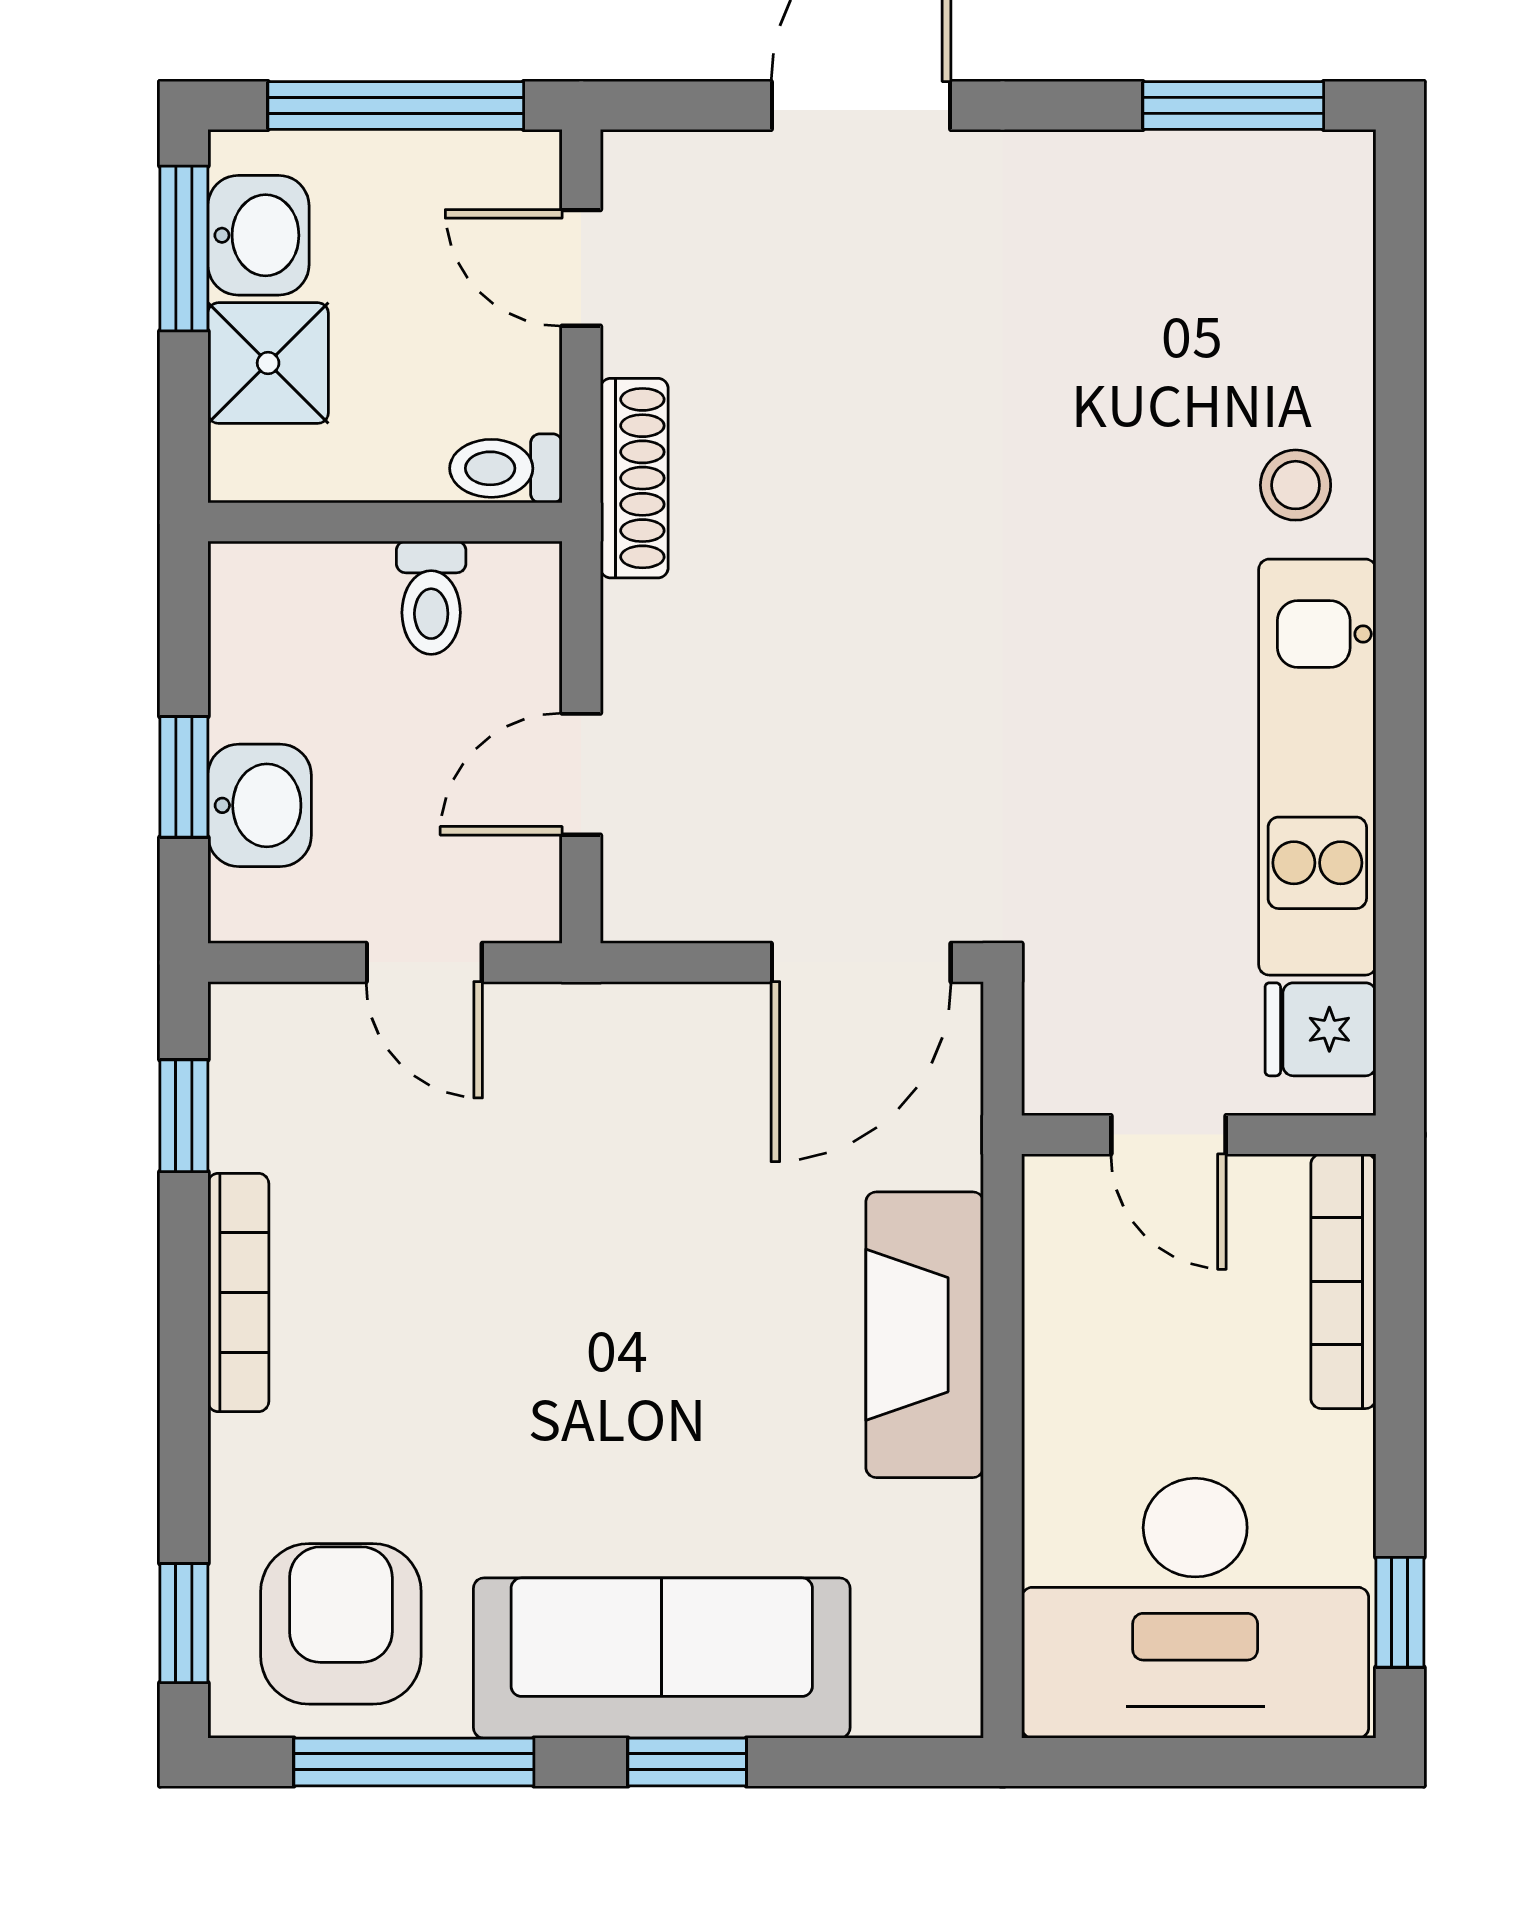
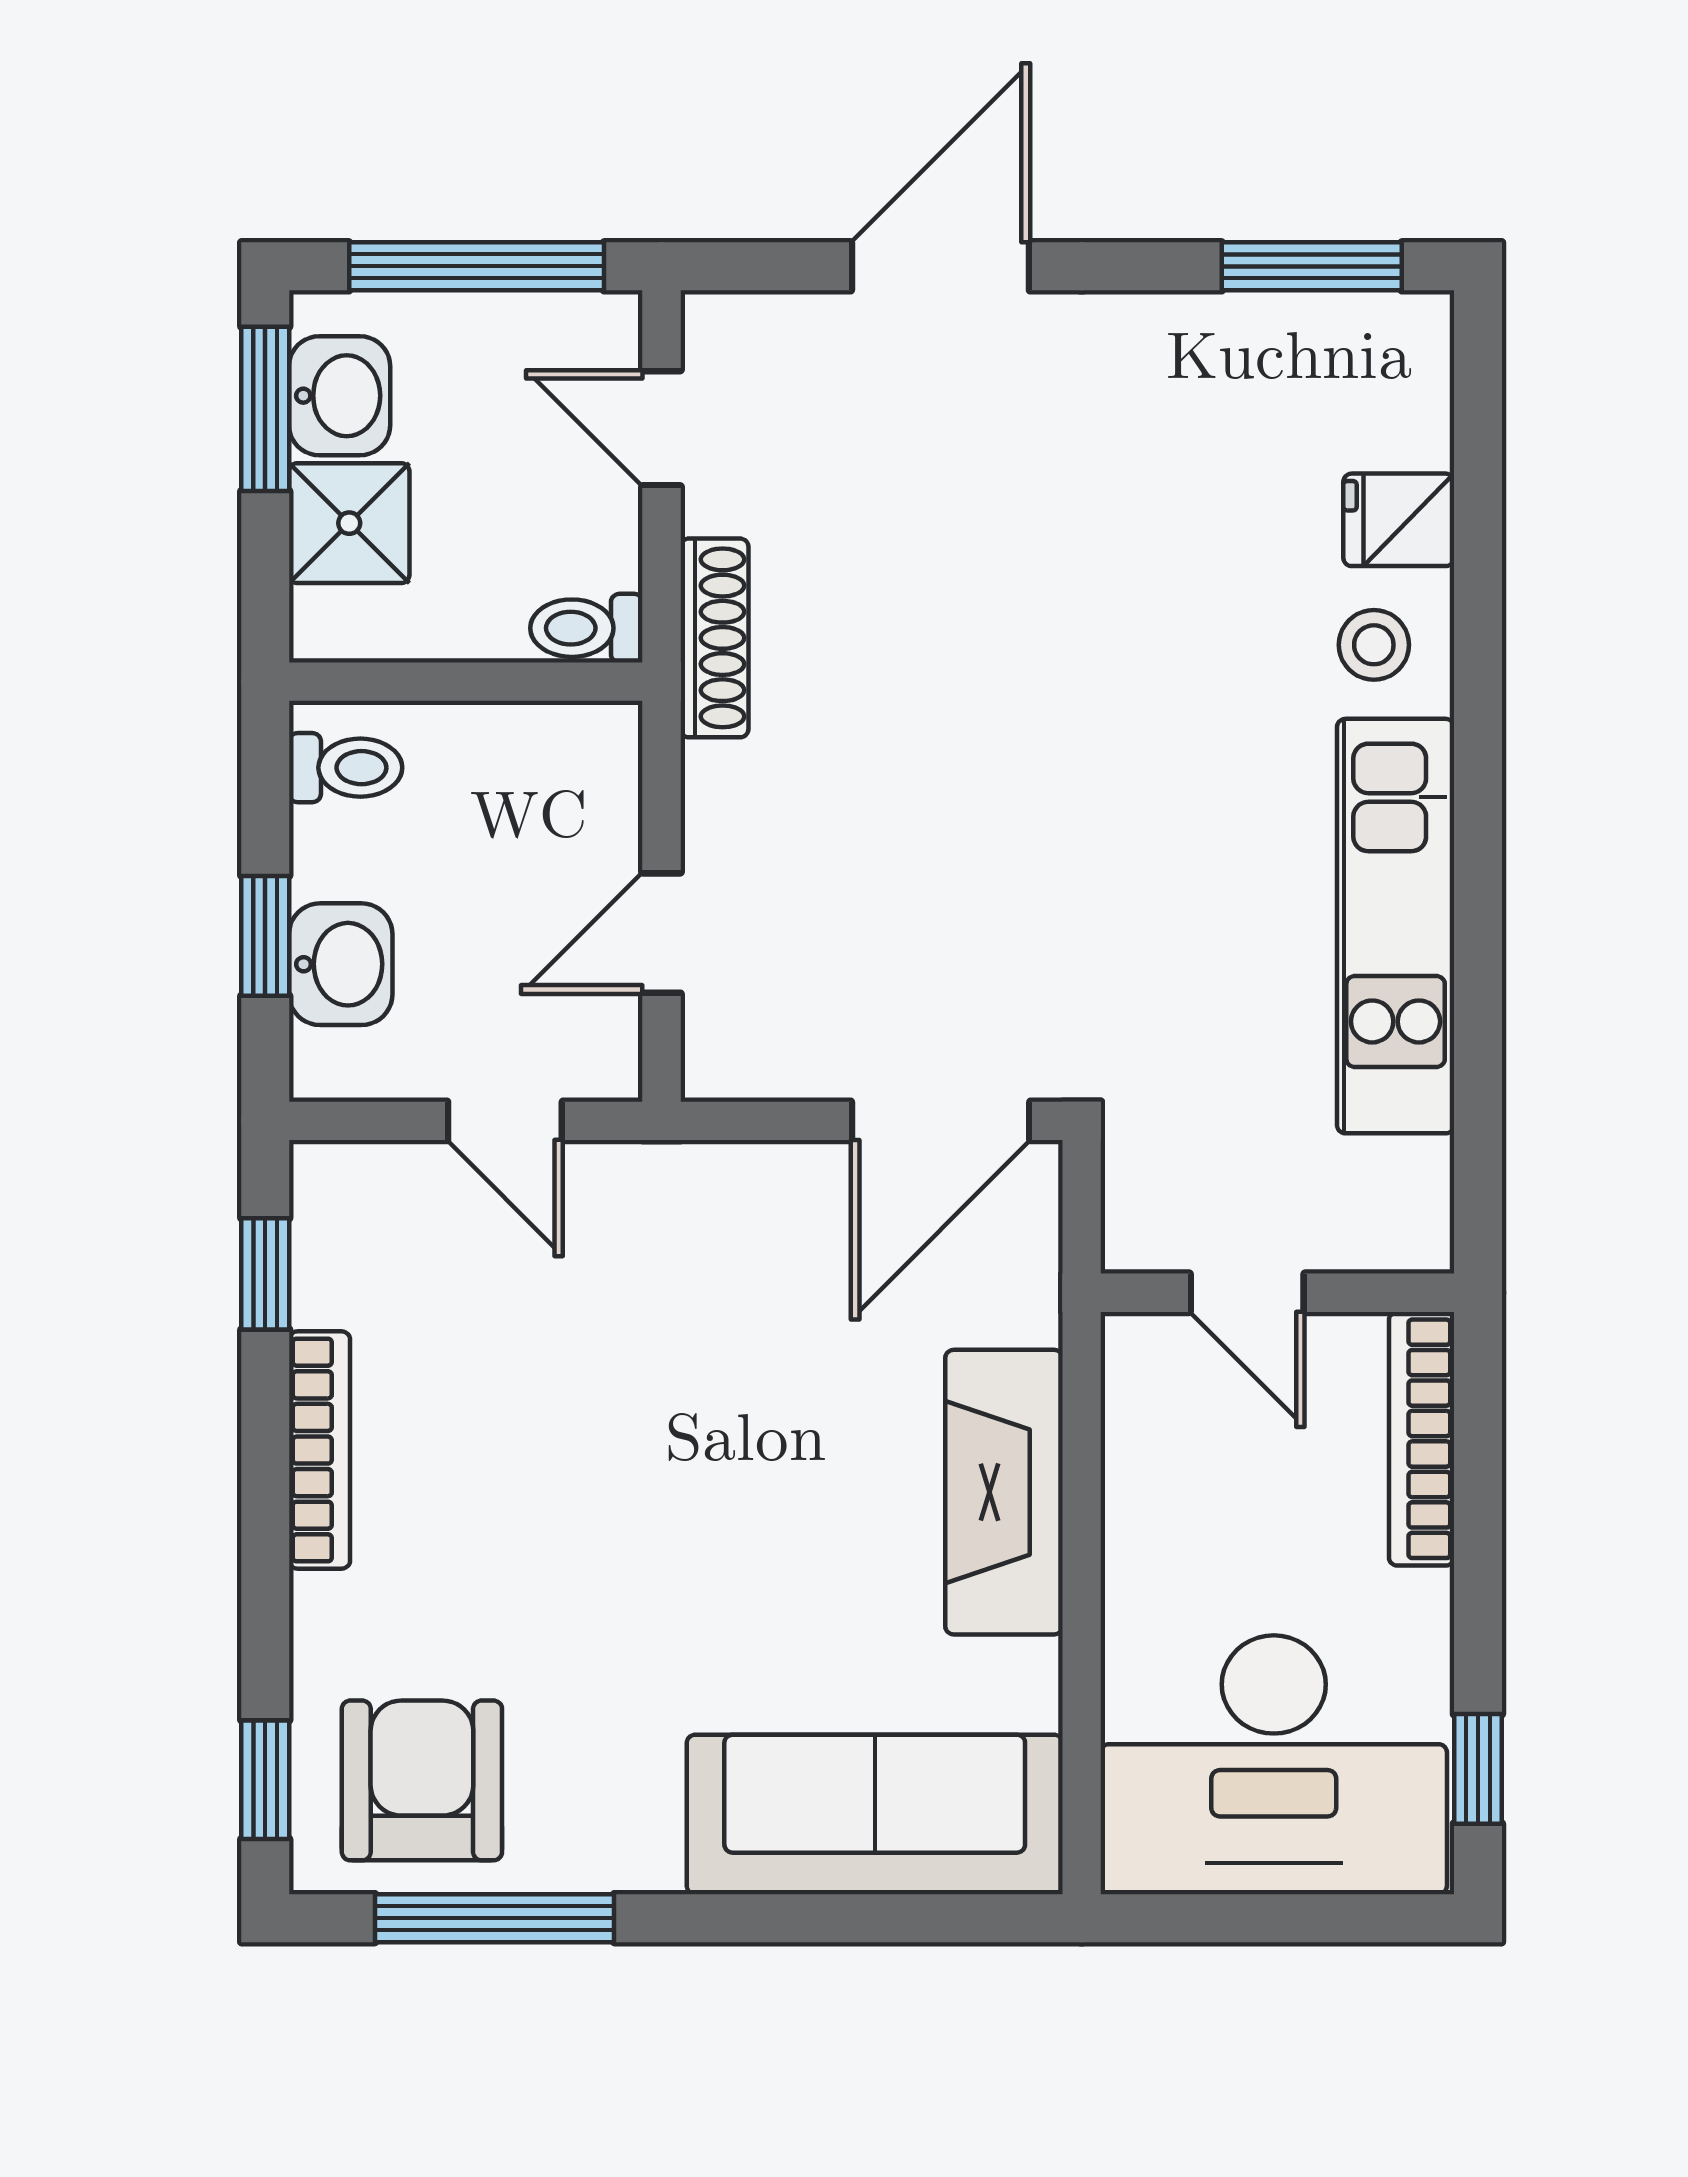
toilet: (431, 598) -> (346, 768), moved, turned -90
fridge: (1320, 1029) -> (1399, 520), moved
sofa: (662, 1658) -> (875, 1814), moved
window: (687, 1762) -> (767, 1918), removed

